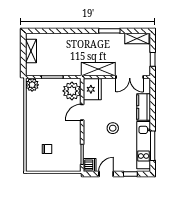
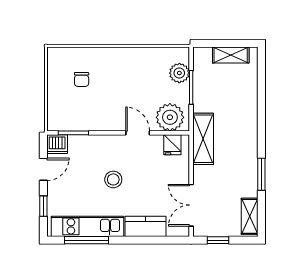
shelving: (98, 69) -> (203, 139), moved
plant: (32, 85) -> (179, 73), moved
fridge: (92, 89) -> (172, 145), width x0.53, depth x0.75
door: (106, 174) -> (43, 169), hinge flipped

